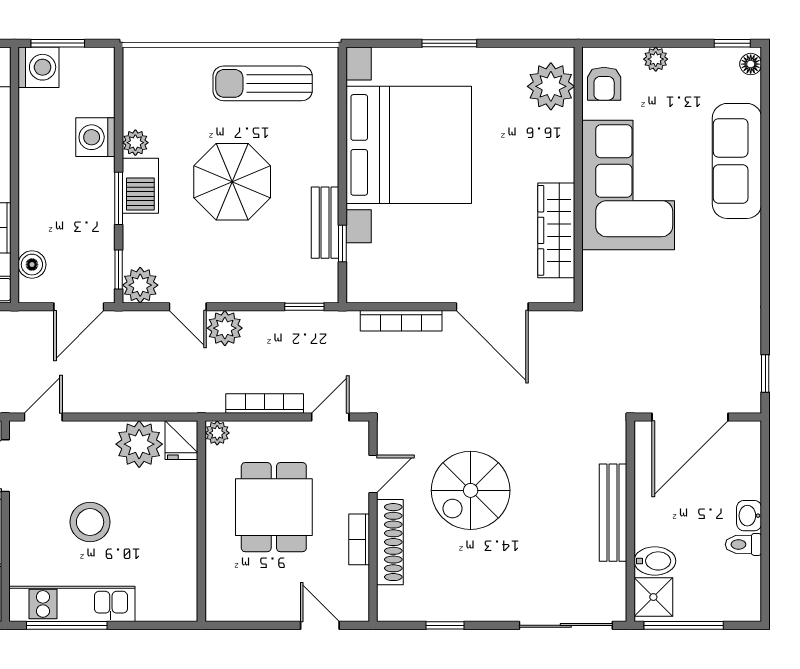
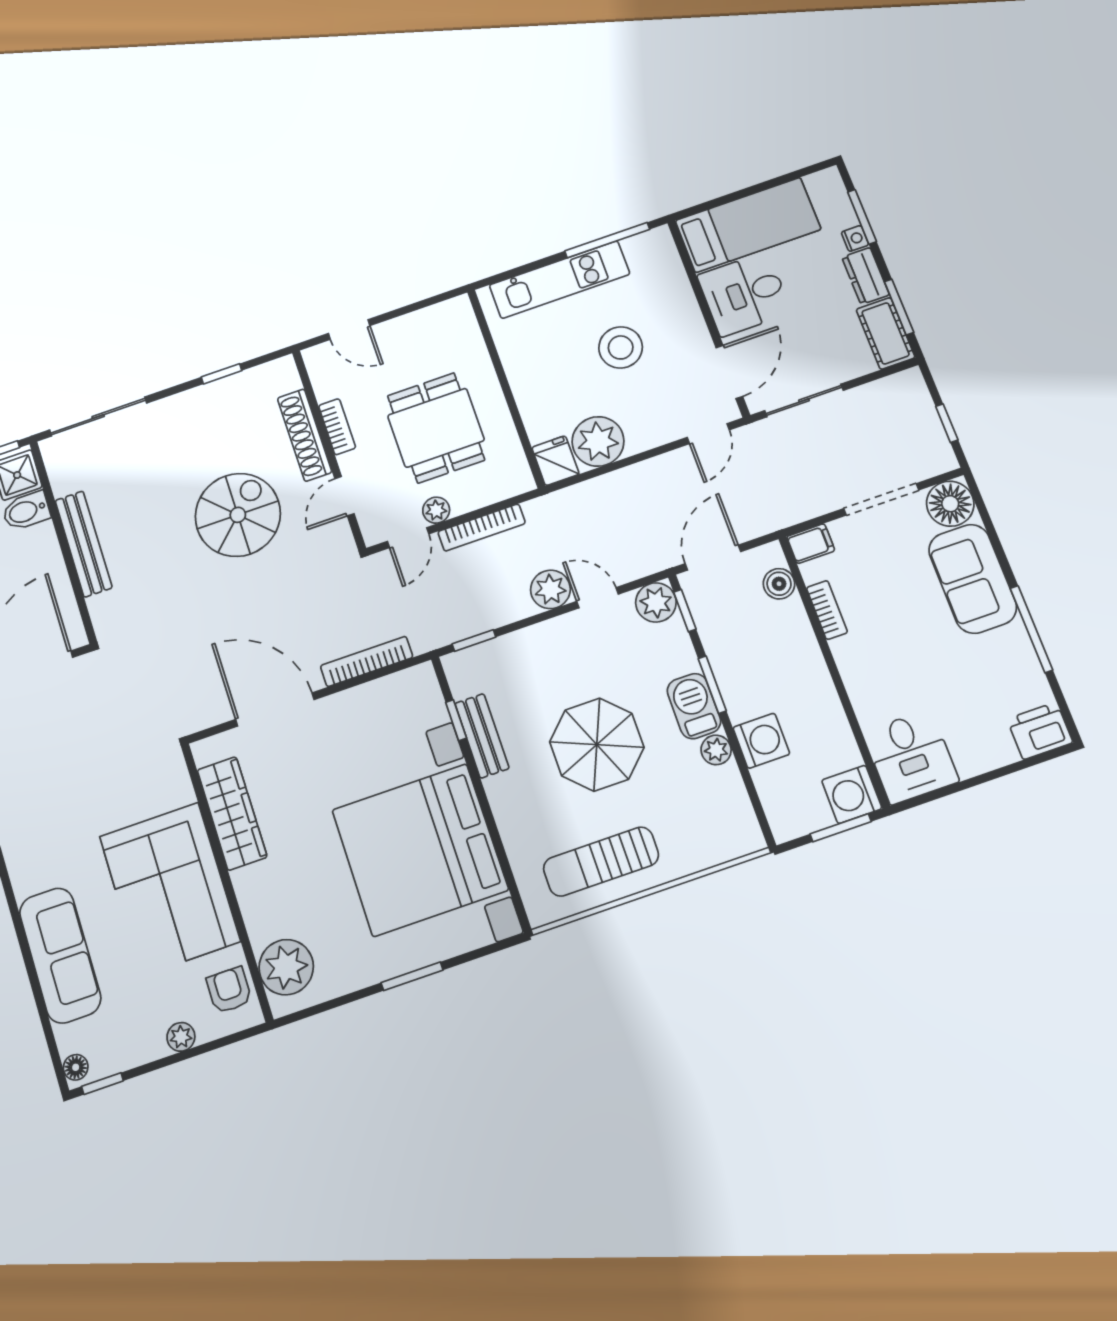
sun lounger: (263, 83) -> (601, 862), turned 180
plant: (217, 433) -> (436, 510), moved
kitchen unit: (72, 604) -> (559, 280), moved

